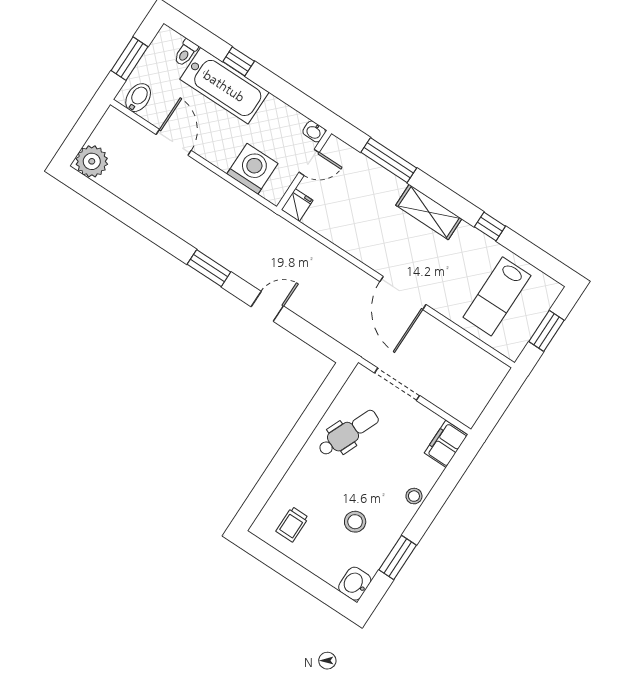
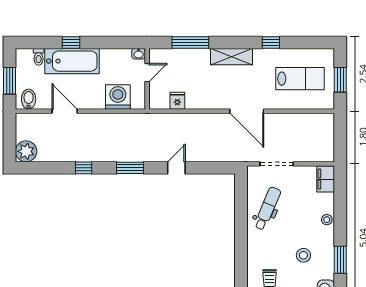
fridge: (297, 205) -> (177, 101), moved
window: (151, 230) -> (84, 168), added
lab bench: (497, 296) -> (300, 79), turned -90

